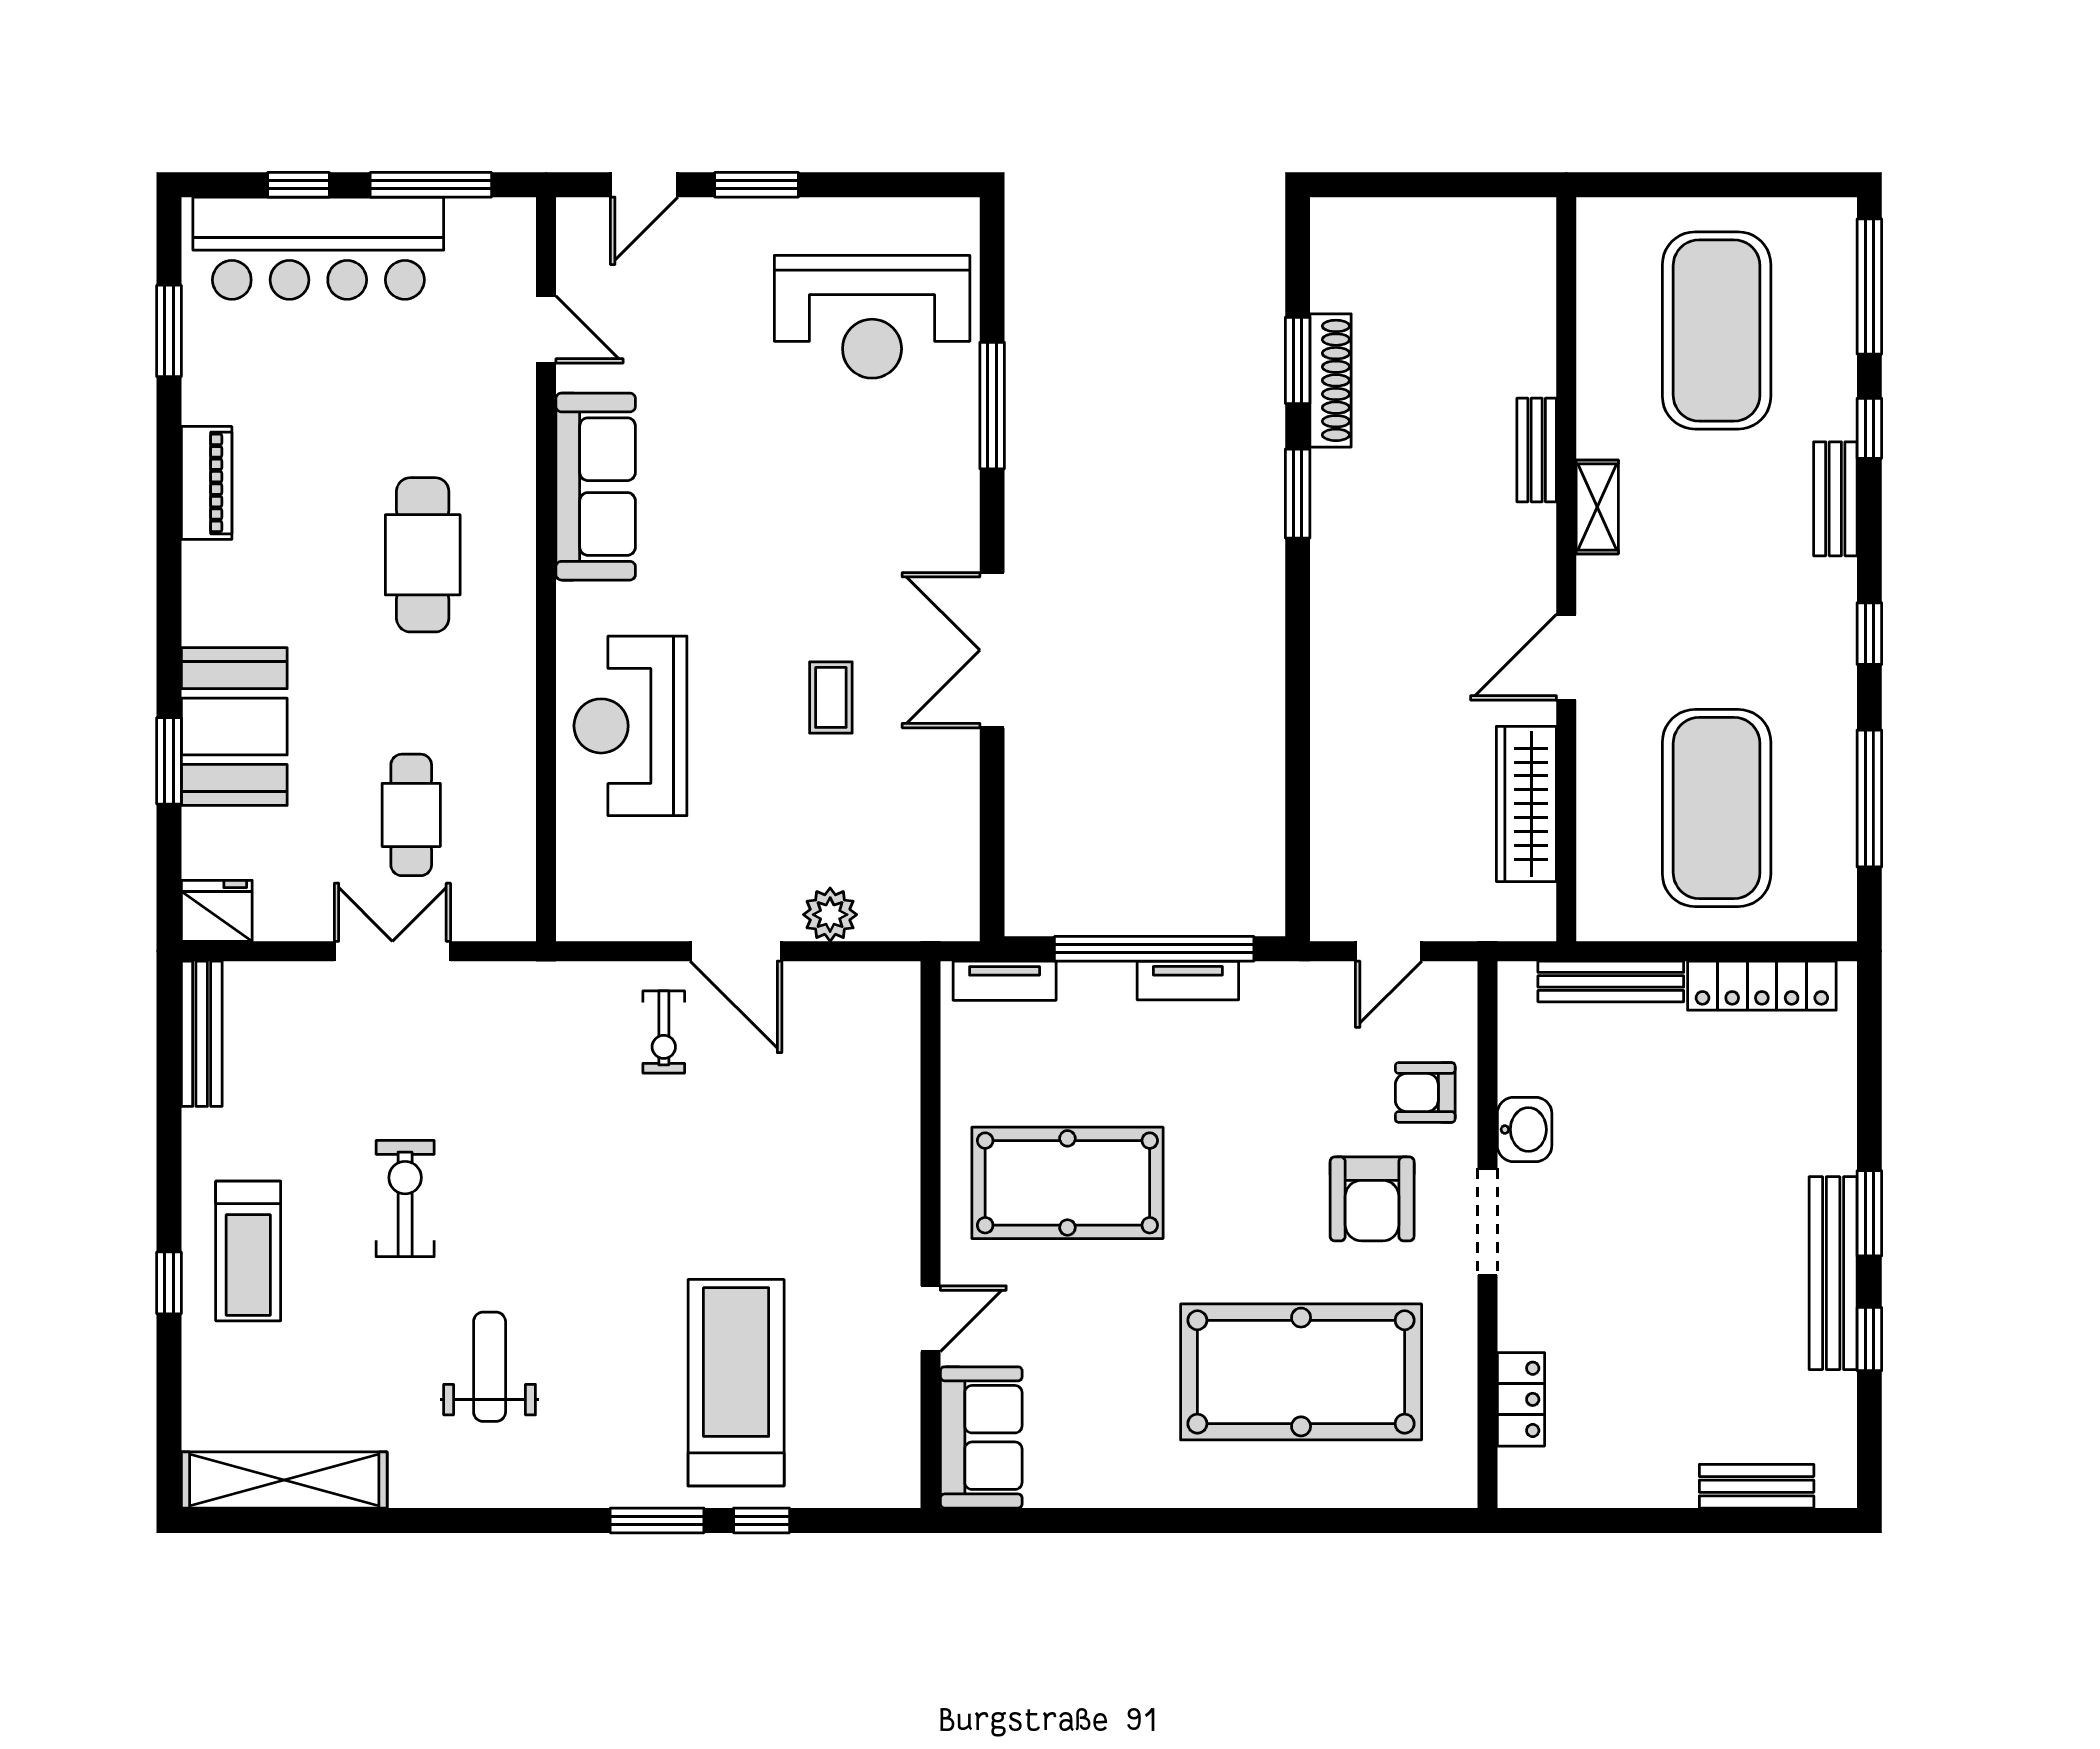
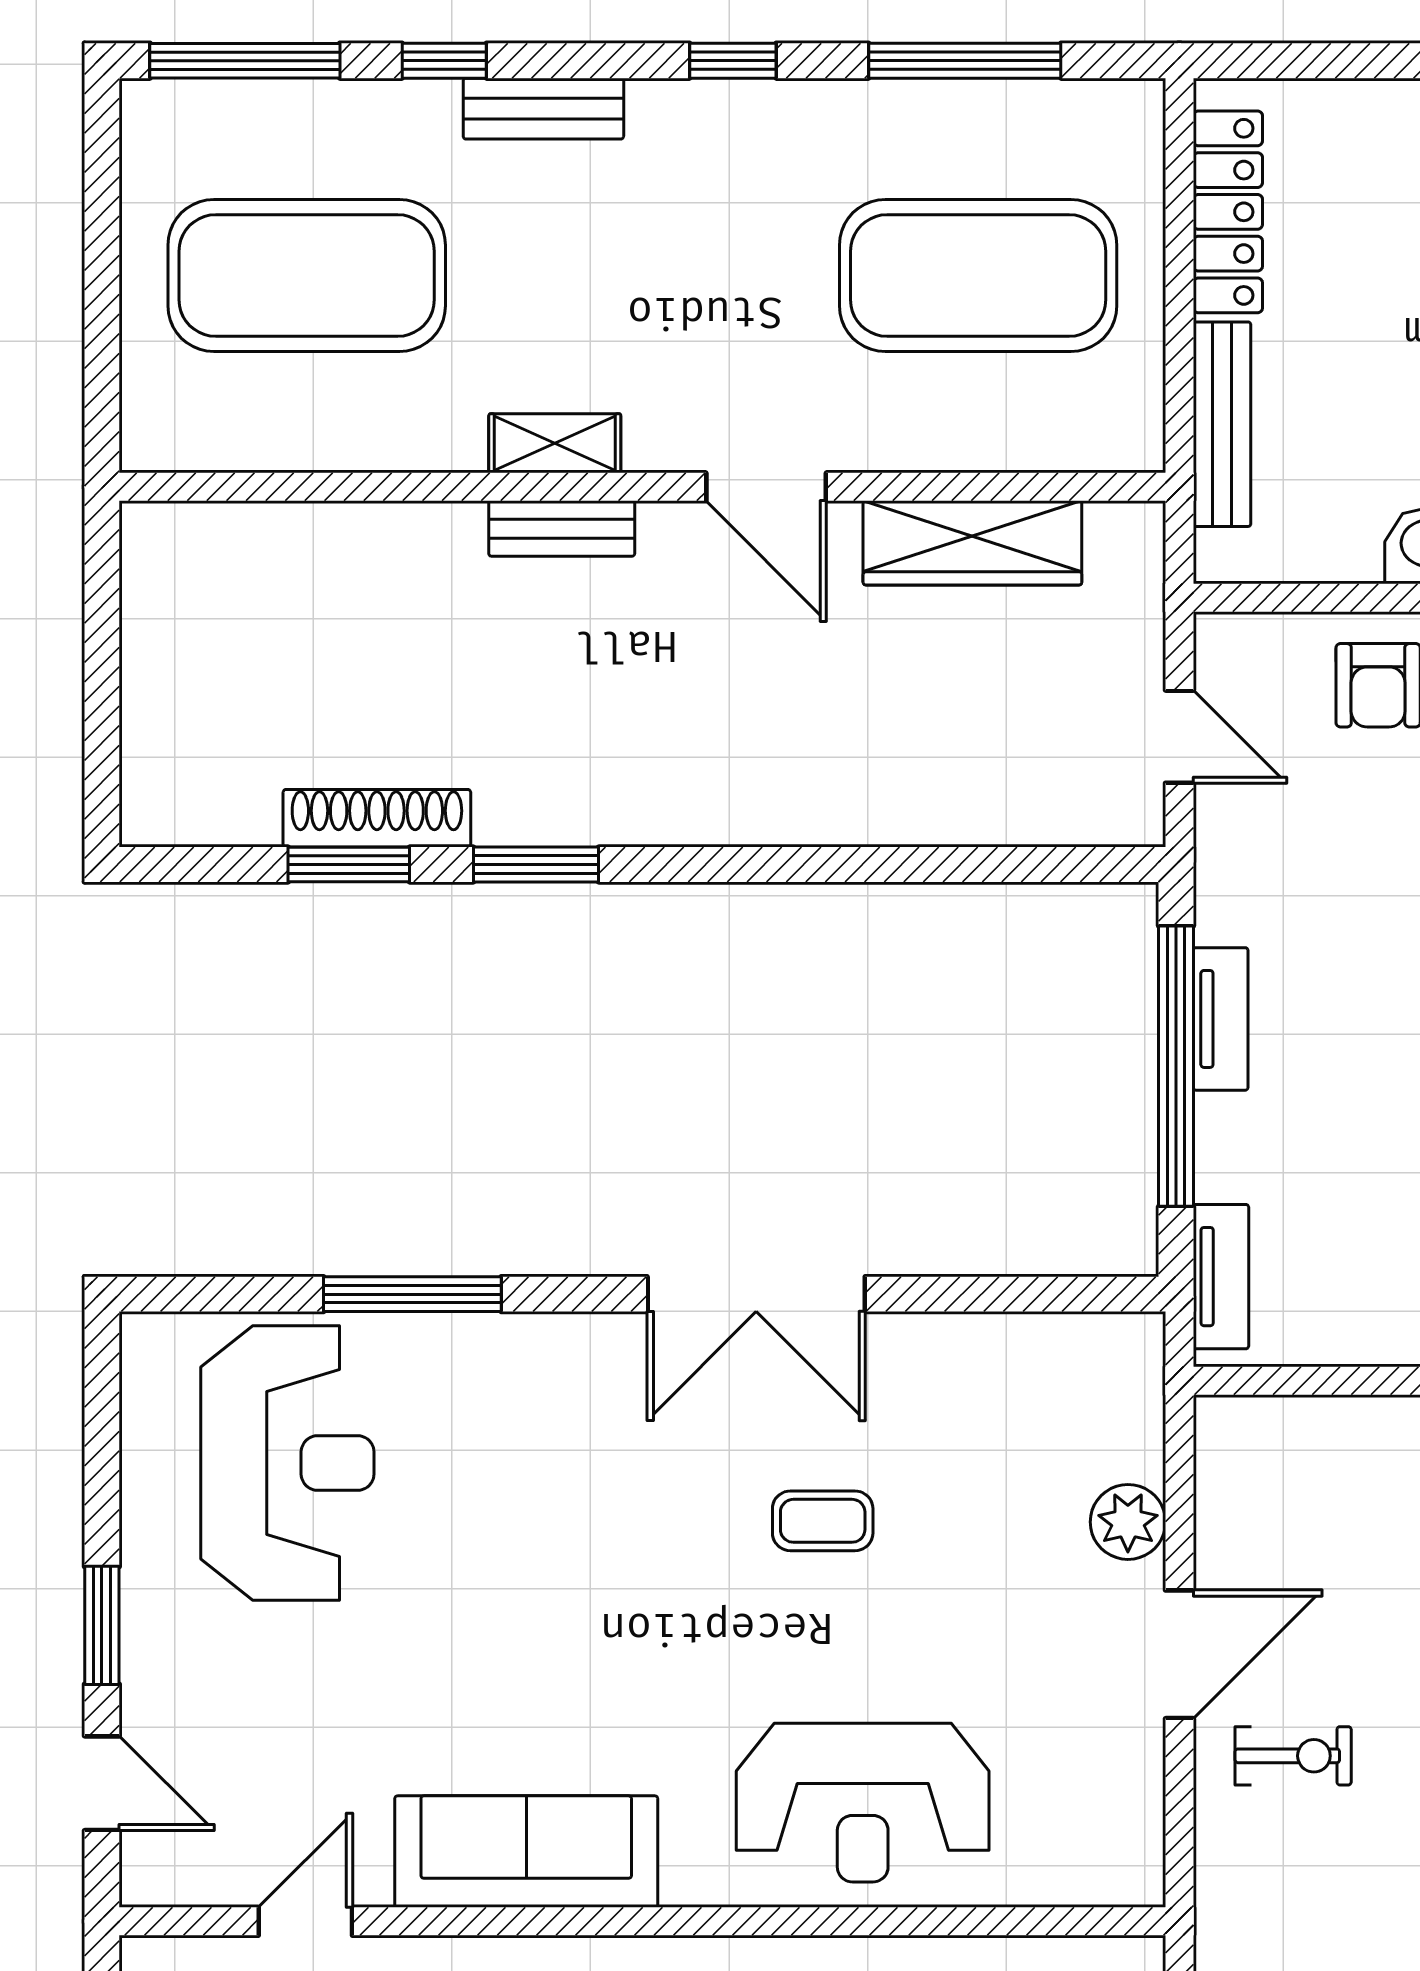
bench: (1537, 450) -> (562, 529), moved

